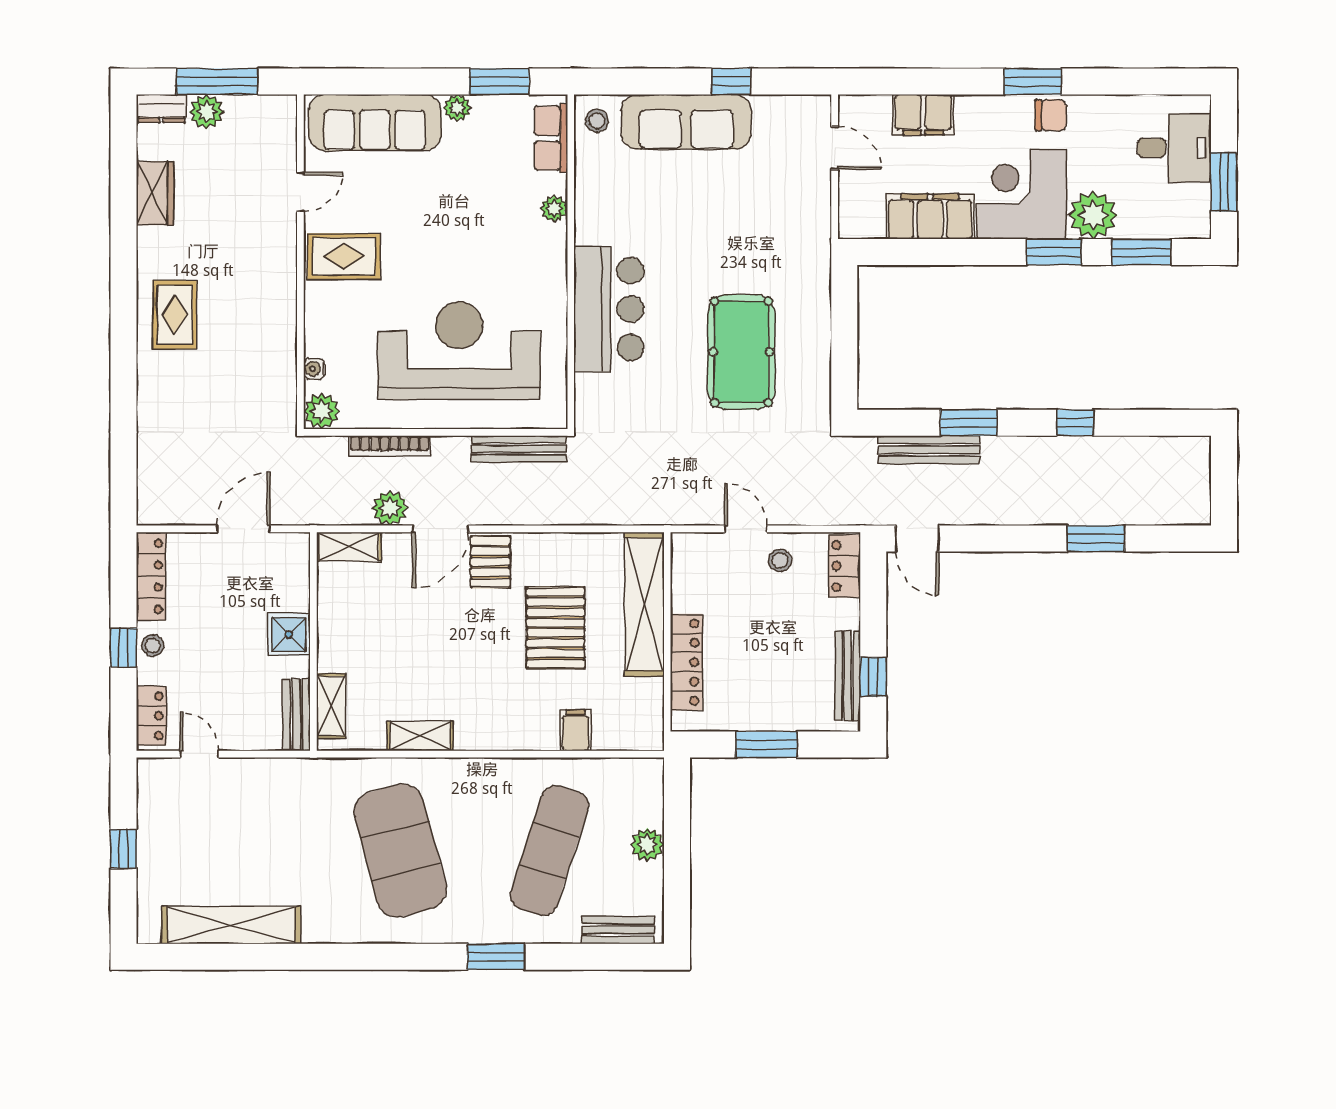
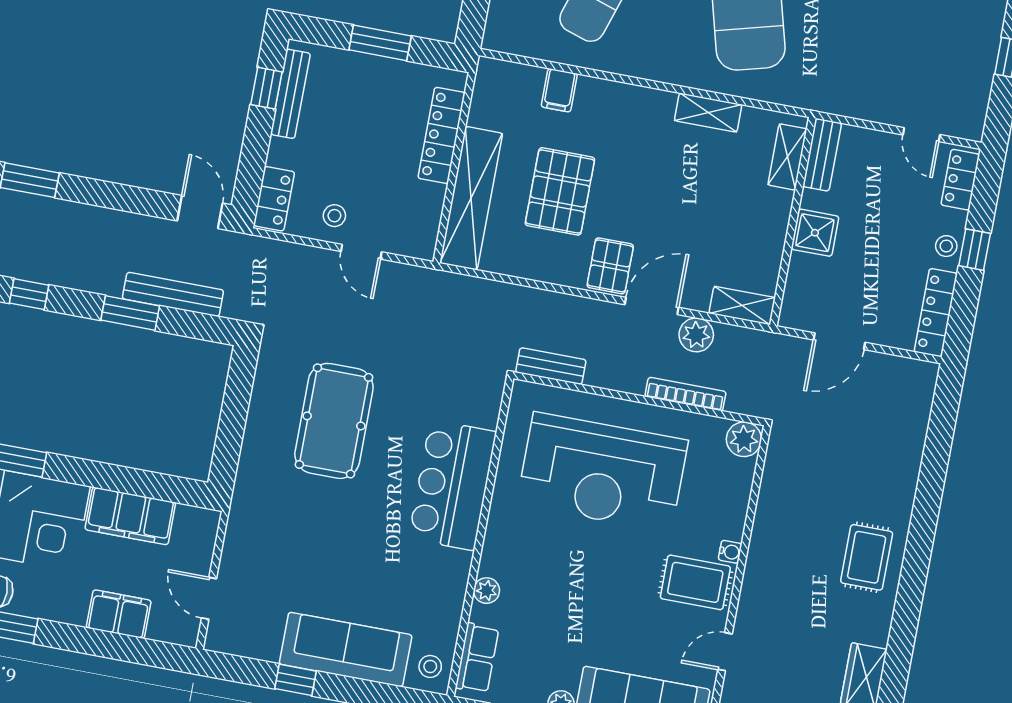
water cooler: (314, 369) -> (730, 552), moved
bench: (519, 449) -> (551, 366), width x0.73

